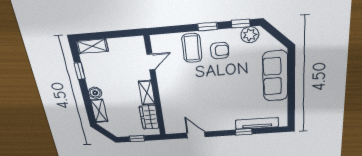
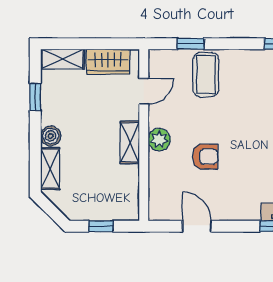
window: (208, 27) -> (191, 44), moved
armchair: (220, 51) -> (205, 157), moved
plant: (166, 90) -> (159, 140), added
wardrobe: (149, 117) -> (108, 62), moved, turned -90

